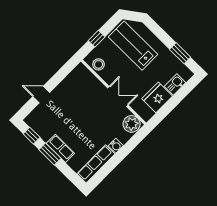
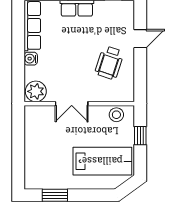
kitchen sink: (175, 85) -> (32, 164), removed
fridge: (157, 97) -> (36, 137), removed
wheelchair: (73, 98) -> (109, 63), added

